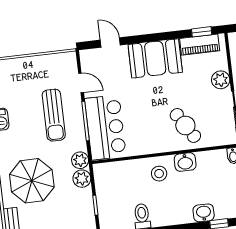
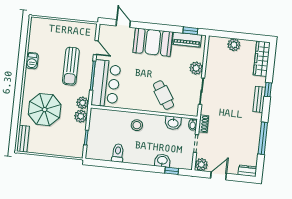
washbasin: (185, 162) -> (173, 123), moved

